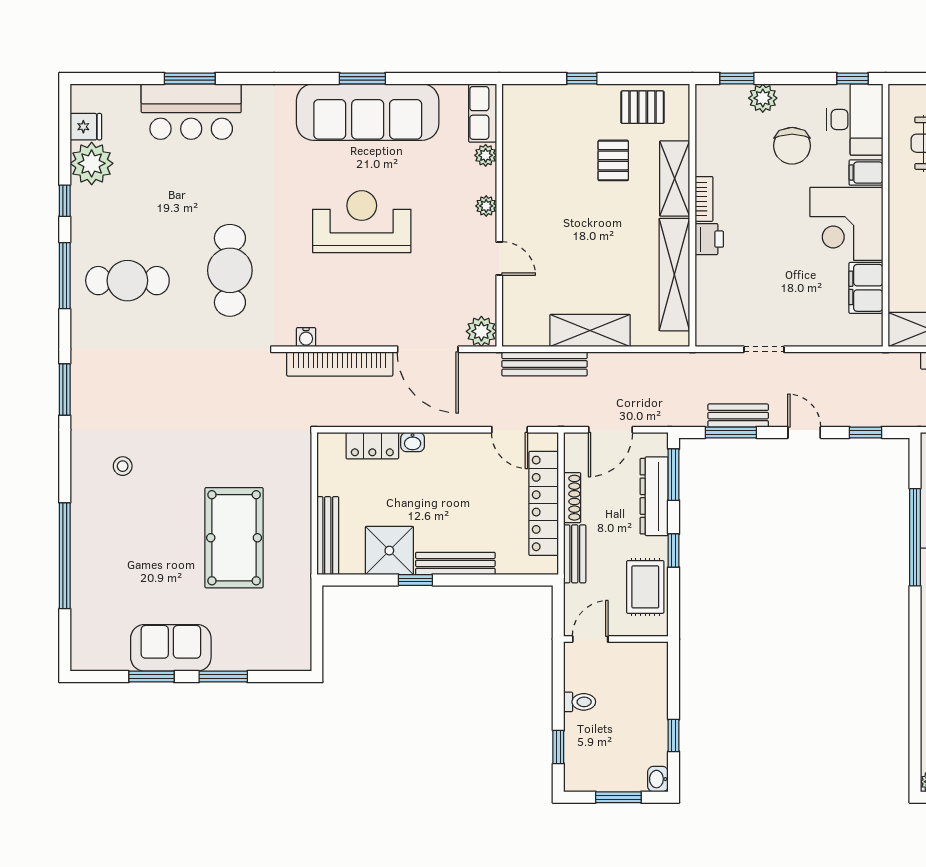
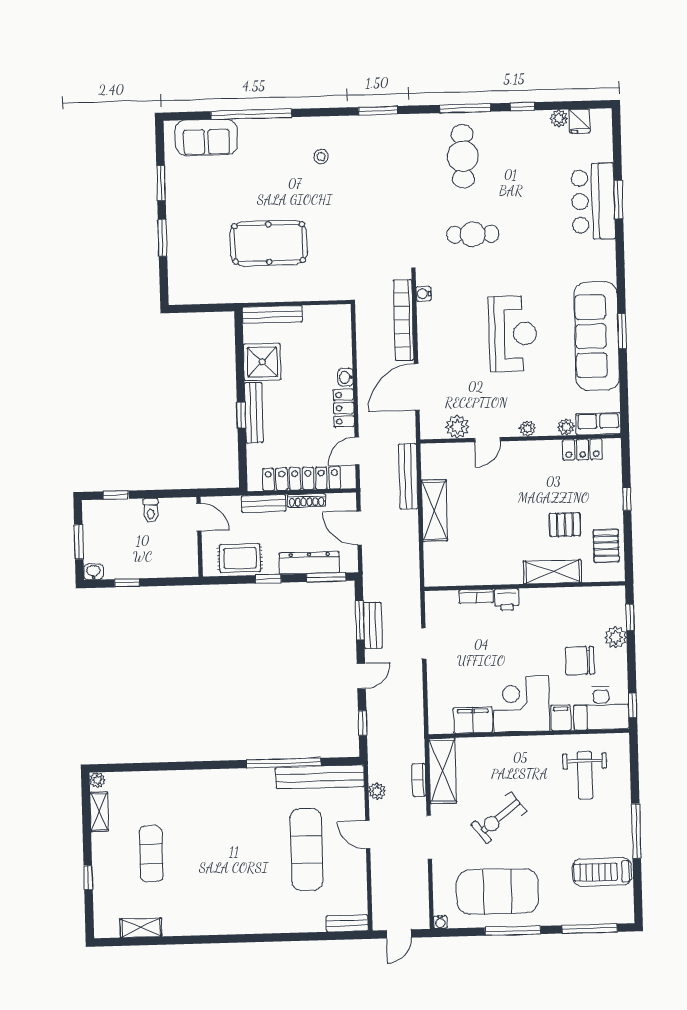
locker: (516, 135) -> (582, 449), added
plant: (92, 163) -> (559, 118), width x0.53, depth x0.53
bookcase: (704, 199) -> (476, 596), moved
cafe table: (230, 270) -> (473, 234), width x0.73, depth x0.74
shelving: (674, 275) -> (479, 574), removed
plant: (481, 331) -> (457, 427), moved
locker: (372, 446) -> (344, 408), moved
window: (415, 580) -> (241, 415), moved
sofa: (171, 648) -> (206, 137), moved, turned 90

